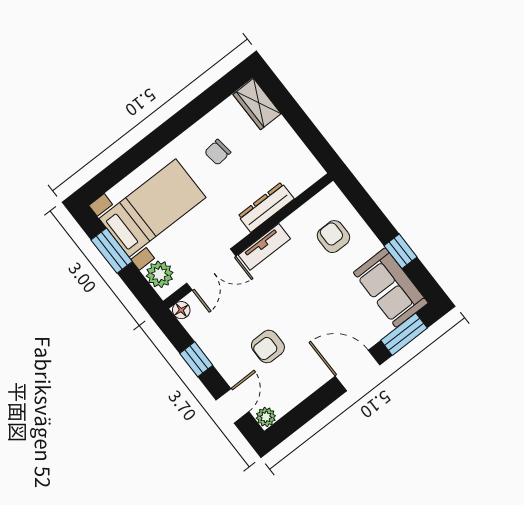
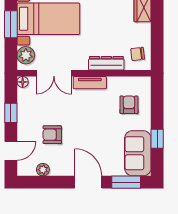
chair: (218, 152) -> (138, 54), moved
plant: (266, 417) -> (43, 170), moved

